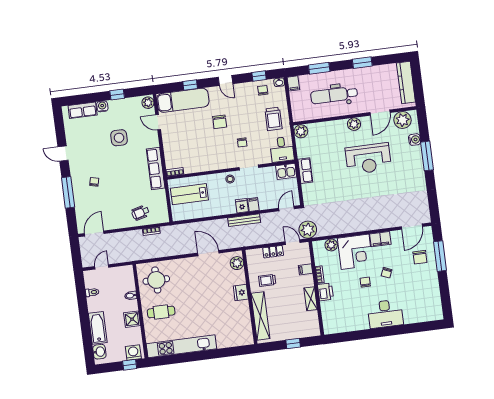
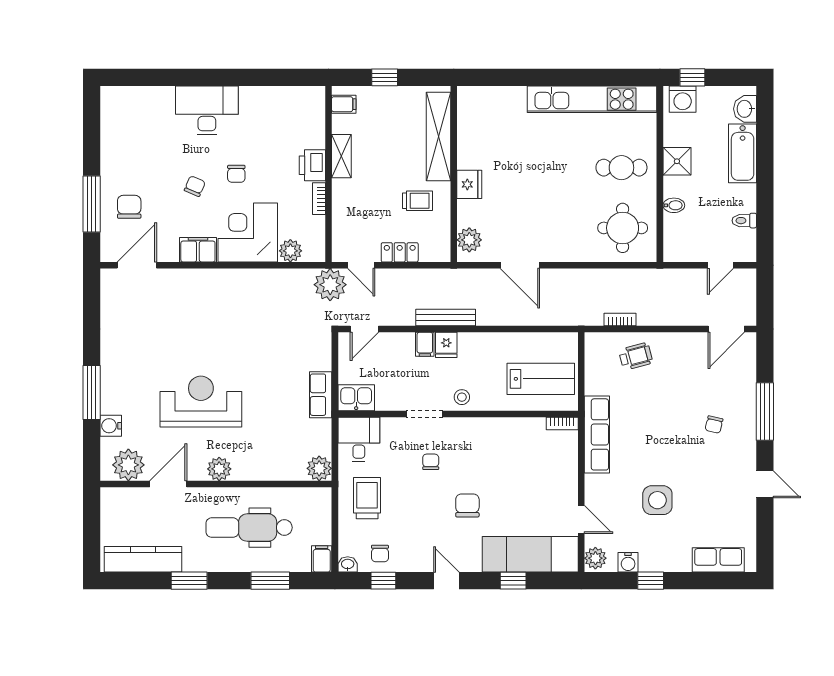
kitchen counter: (406, 82) -> (143, 559), moved, turned -90
dental chair: (334, 95) -> (249, 528), turned 180
water cooler: (102, 106) -> (628, 562), moved
filing cabinet: (306, 269) -> (344, 104), moved

